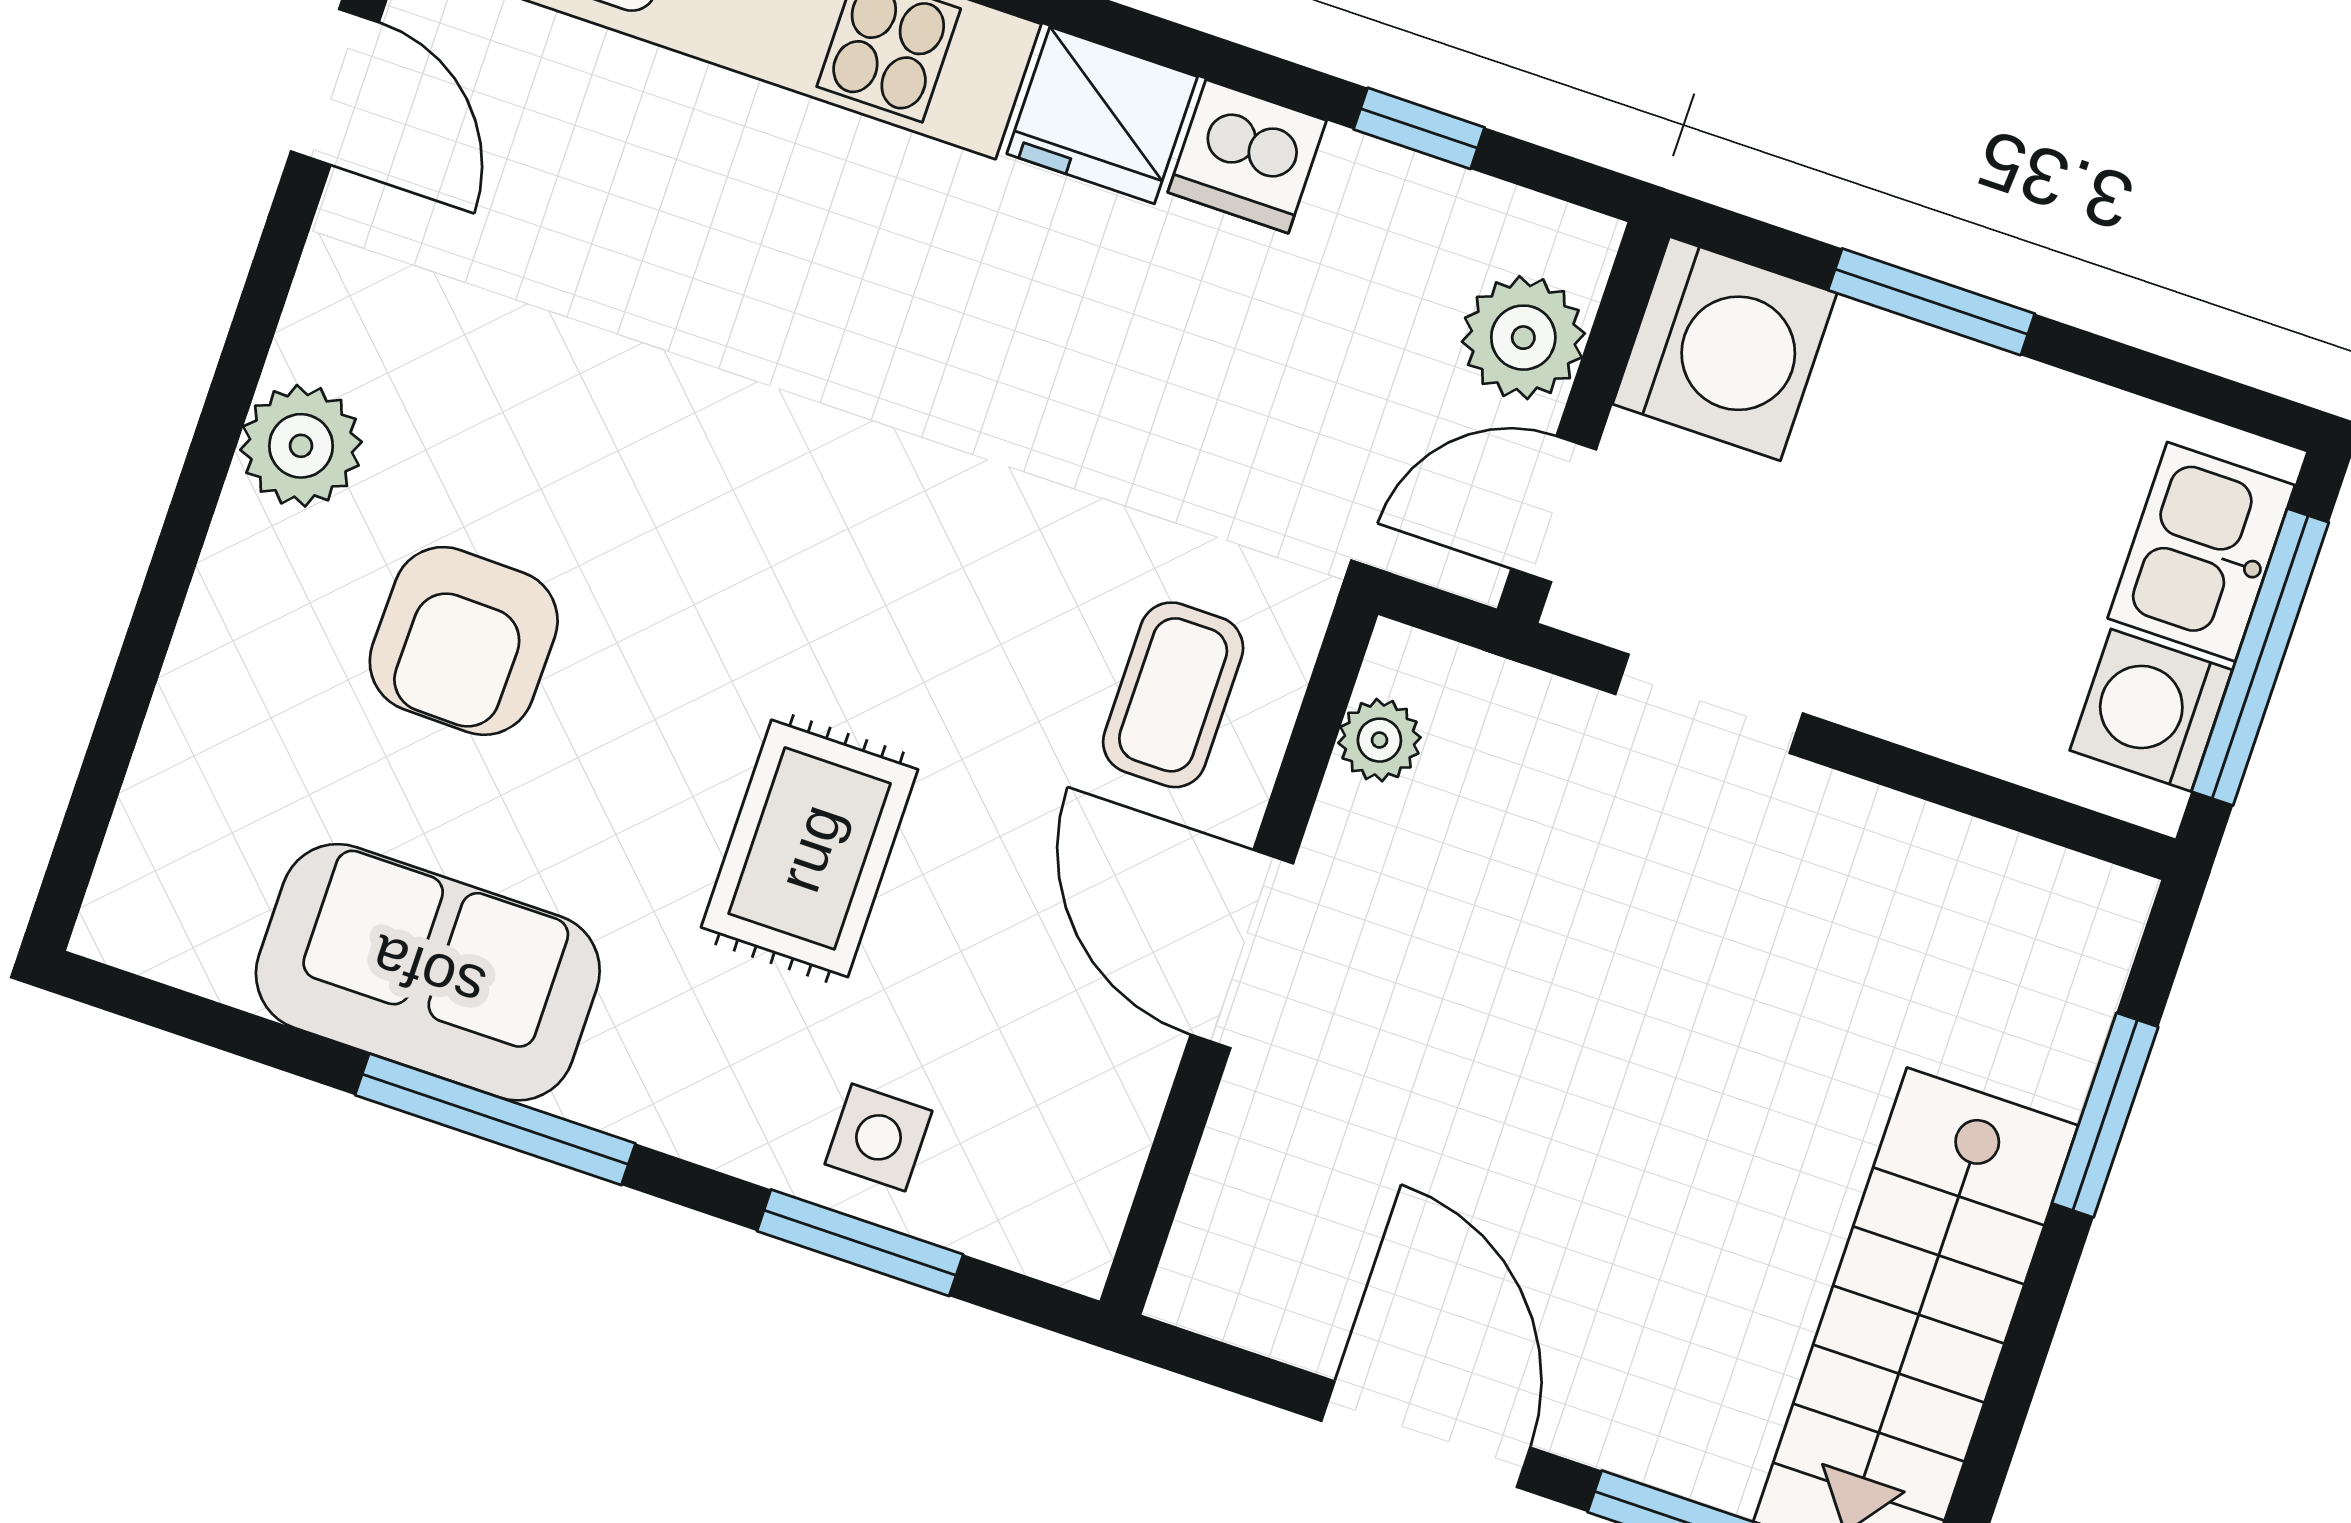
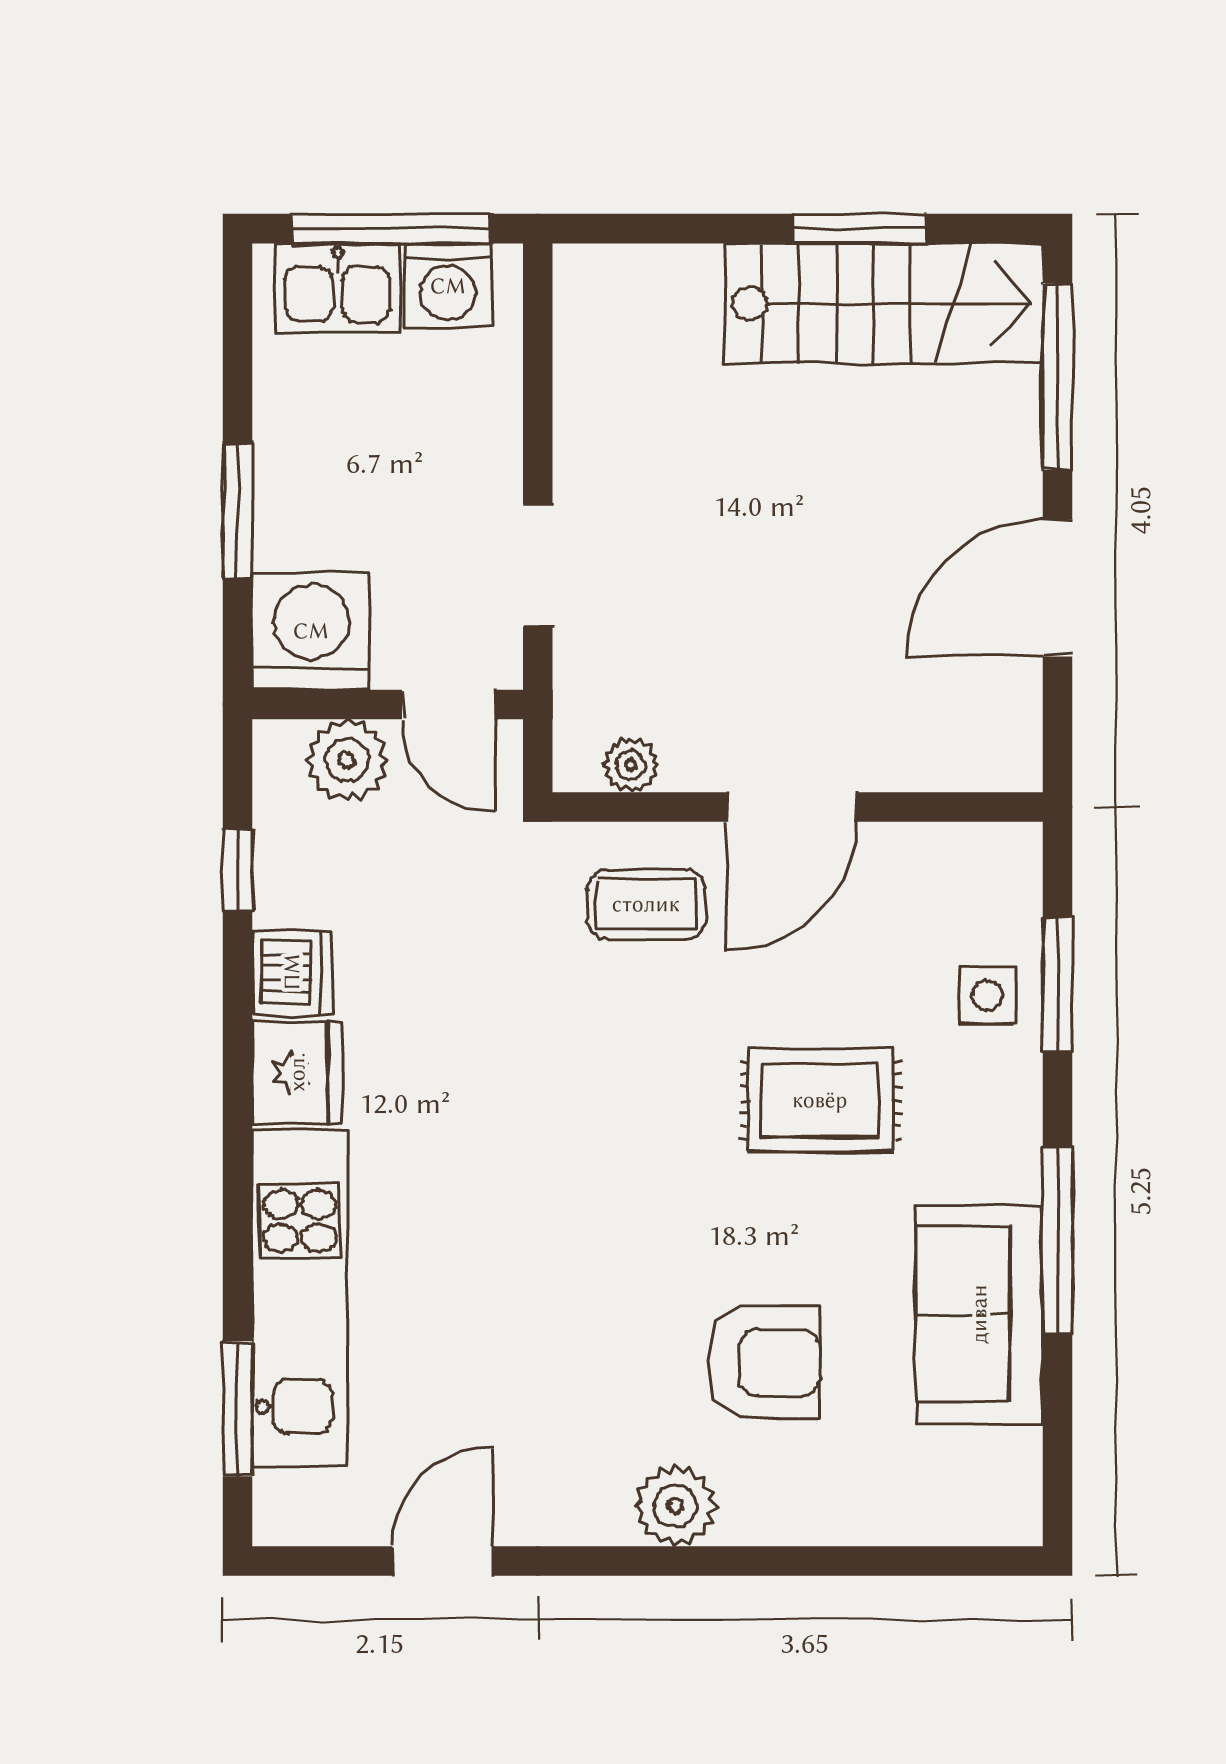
window: (2105, 1115) -> (859, 229), moved

